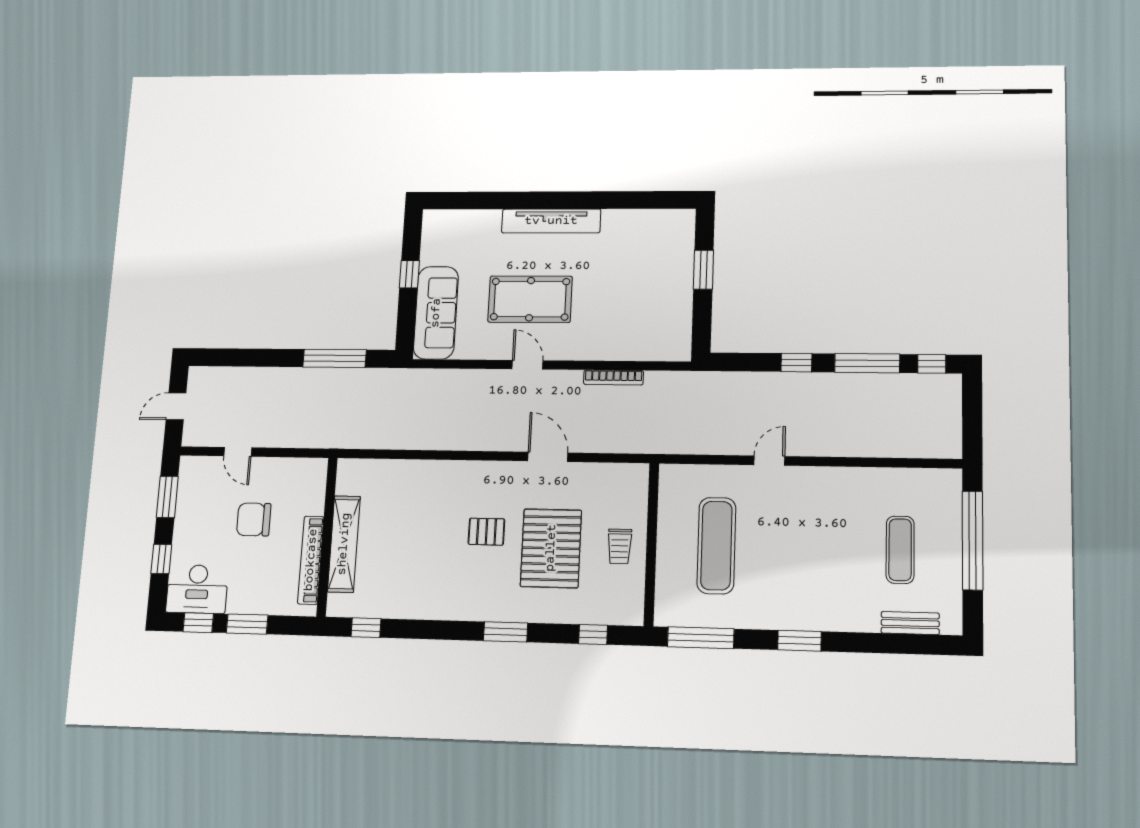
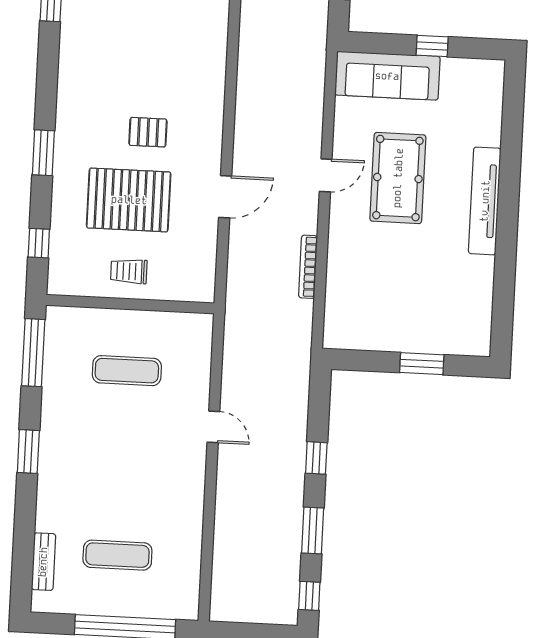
window: (867, 363) -> (313, 530), width x0.69
pallet: (486, 532) -> (148, 132), turned 90
exercise mat: (716, 546) -> (127, 371), width x0.73, depth x0.69

